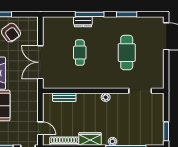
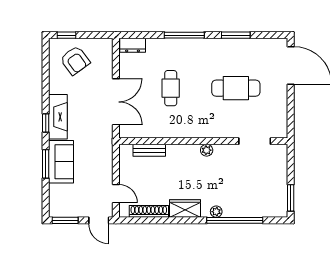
dresser: (83, 22) -> (133, 45), moved
cafe table: (127, 53) -> (236, 88), turned 90
double door: (40, 62) -> (116, 102), swing flipped

